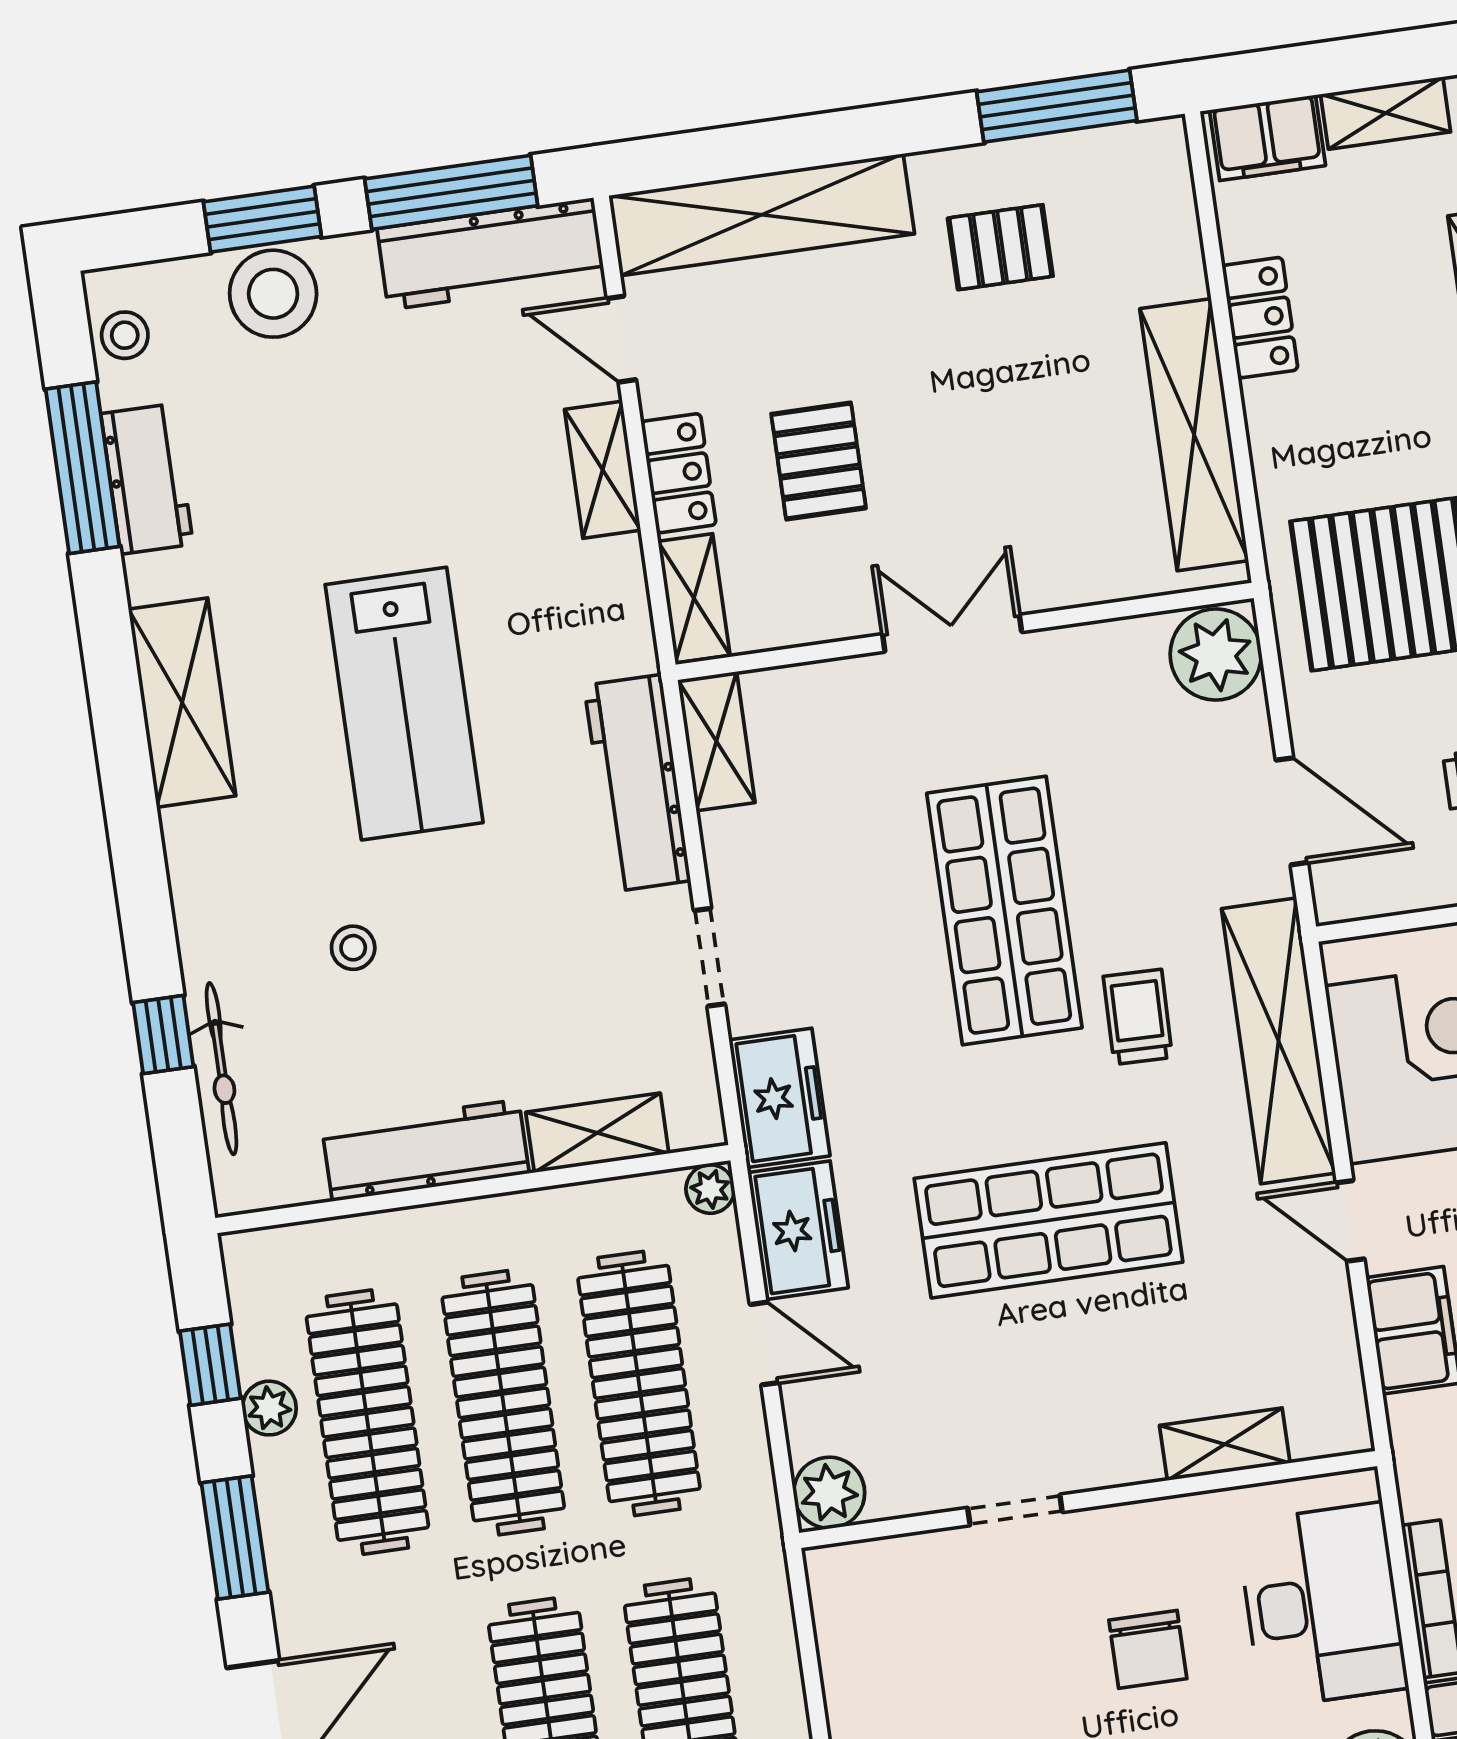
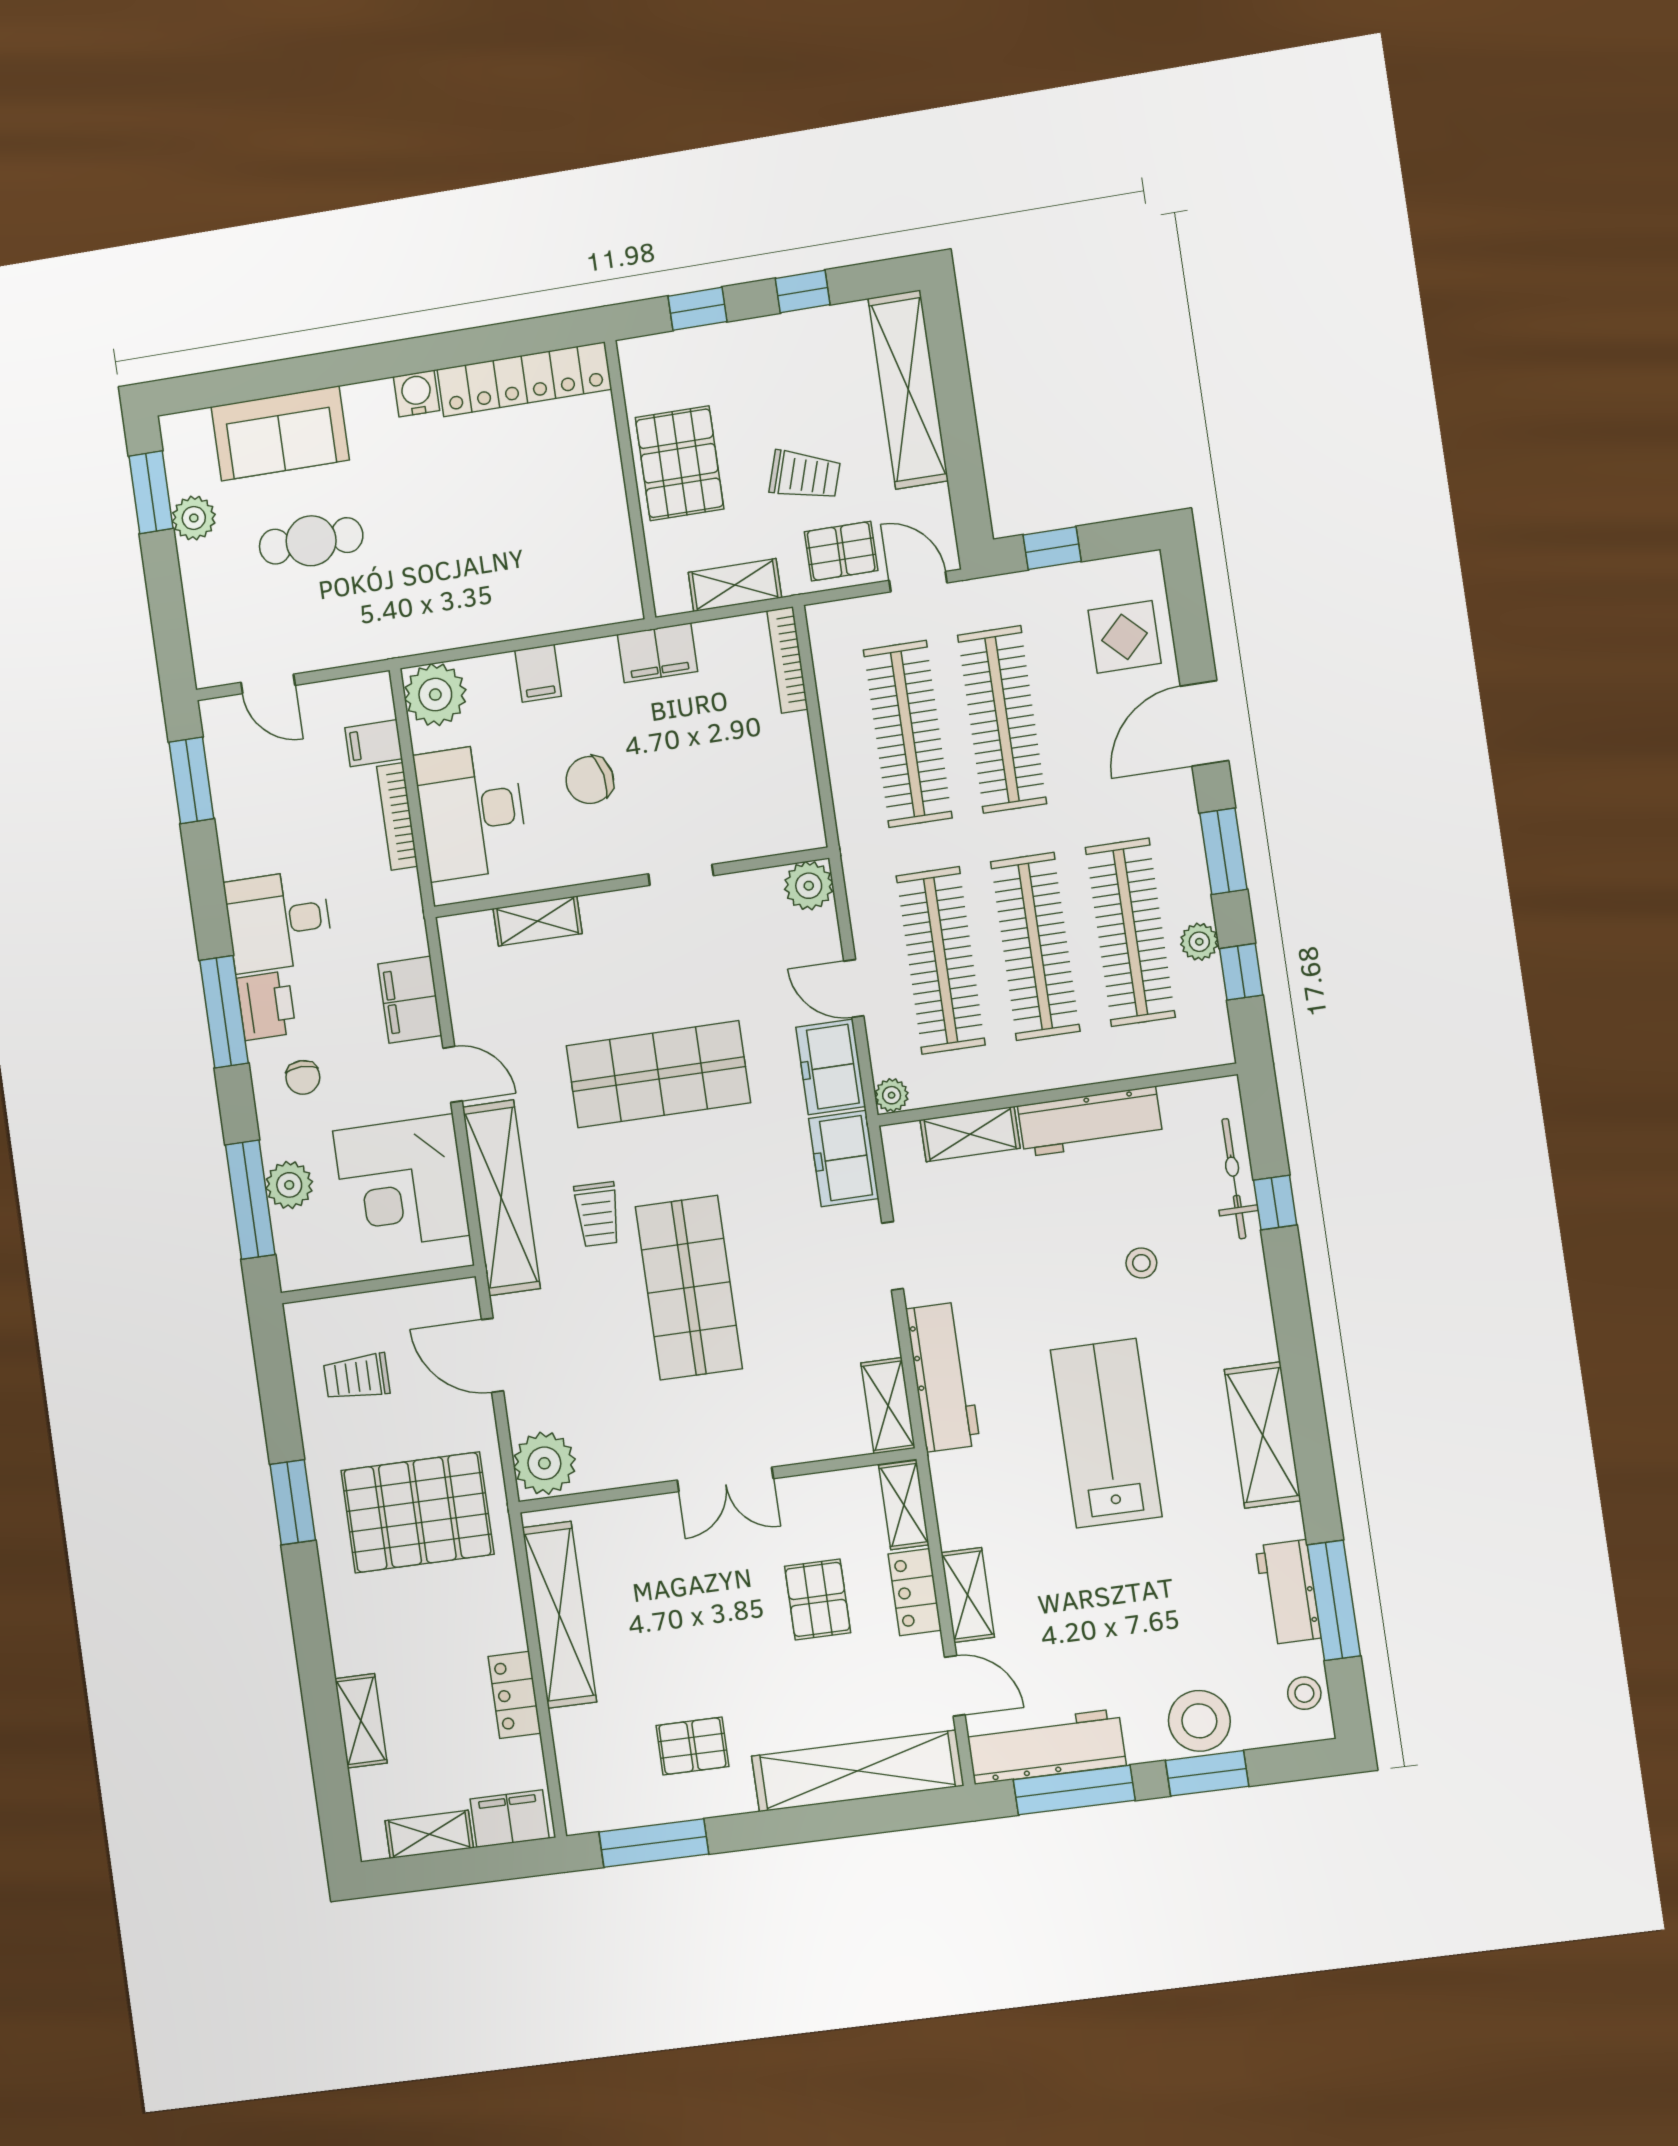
chair: (1148, 1649) -> (590, 780), turned -102

